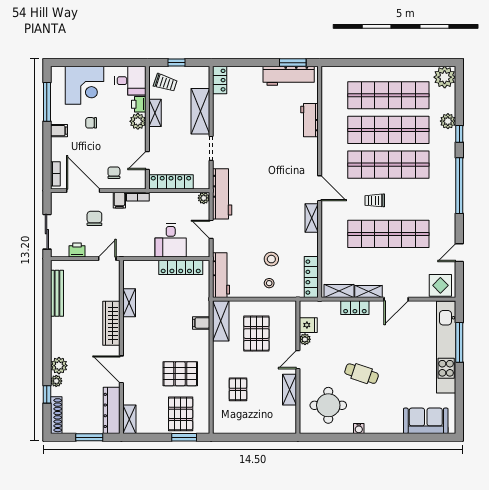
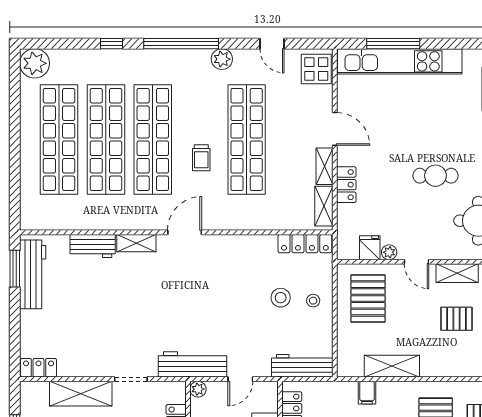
plant: (448, 121) -> (222, 59), moved
shelving: (312, 218) -> (136, 243), moved
shelving: (221, 321) -> (392, 366), moved
pallet: (256, 334) -> (368, 298), moved, turned 90
cafe table: (362, 374) -> (435, 176), turned 71
pallet: (238, 389) -> (456, 319), moved

